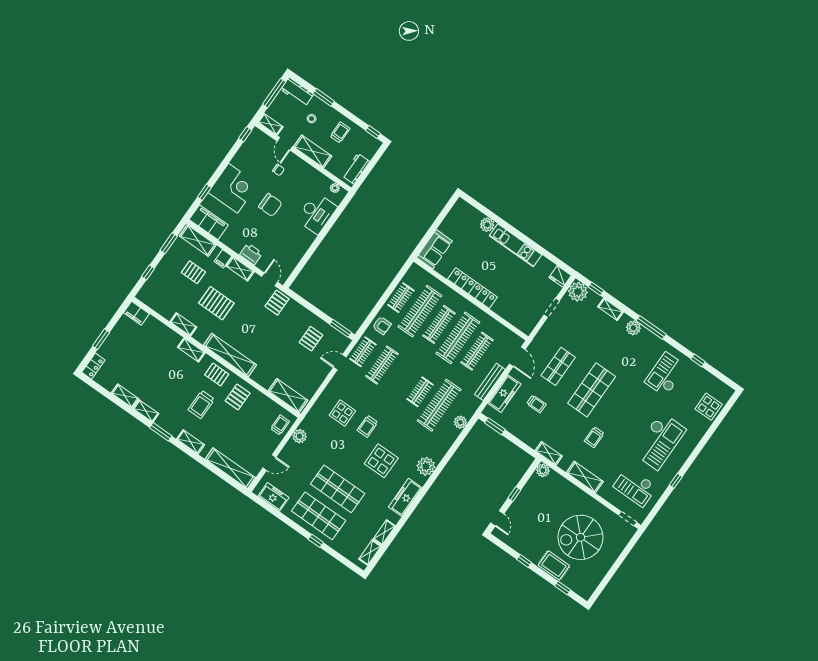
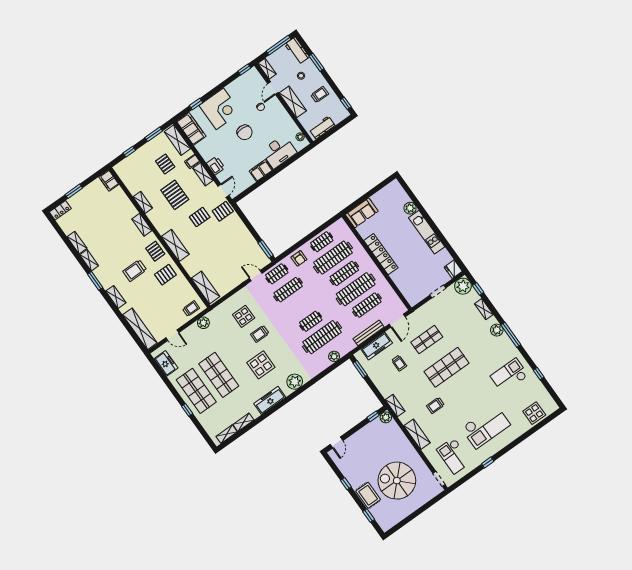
filing cabinet: (304, 241) -> (261, 170), added
pallet: (311, 339) -> (200, 217), moved
shelving: (230, 355) -> (175, 245), width x0.68
window: (514, 494) -> (373, 416), moved

